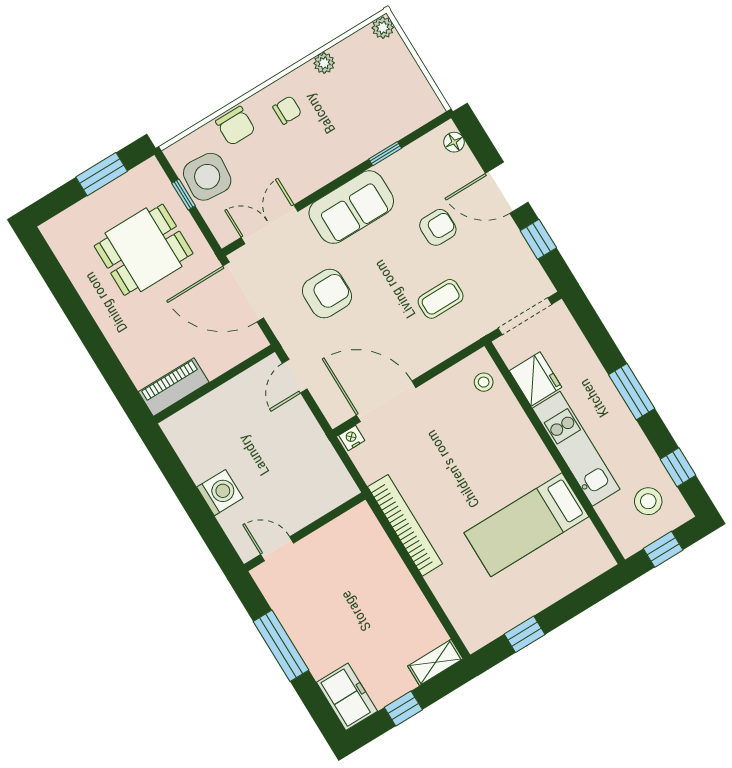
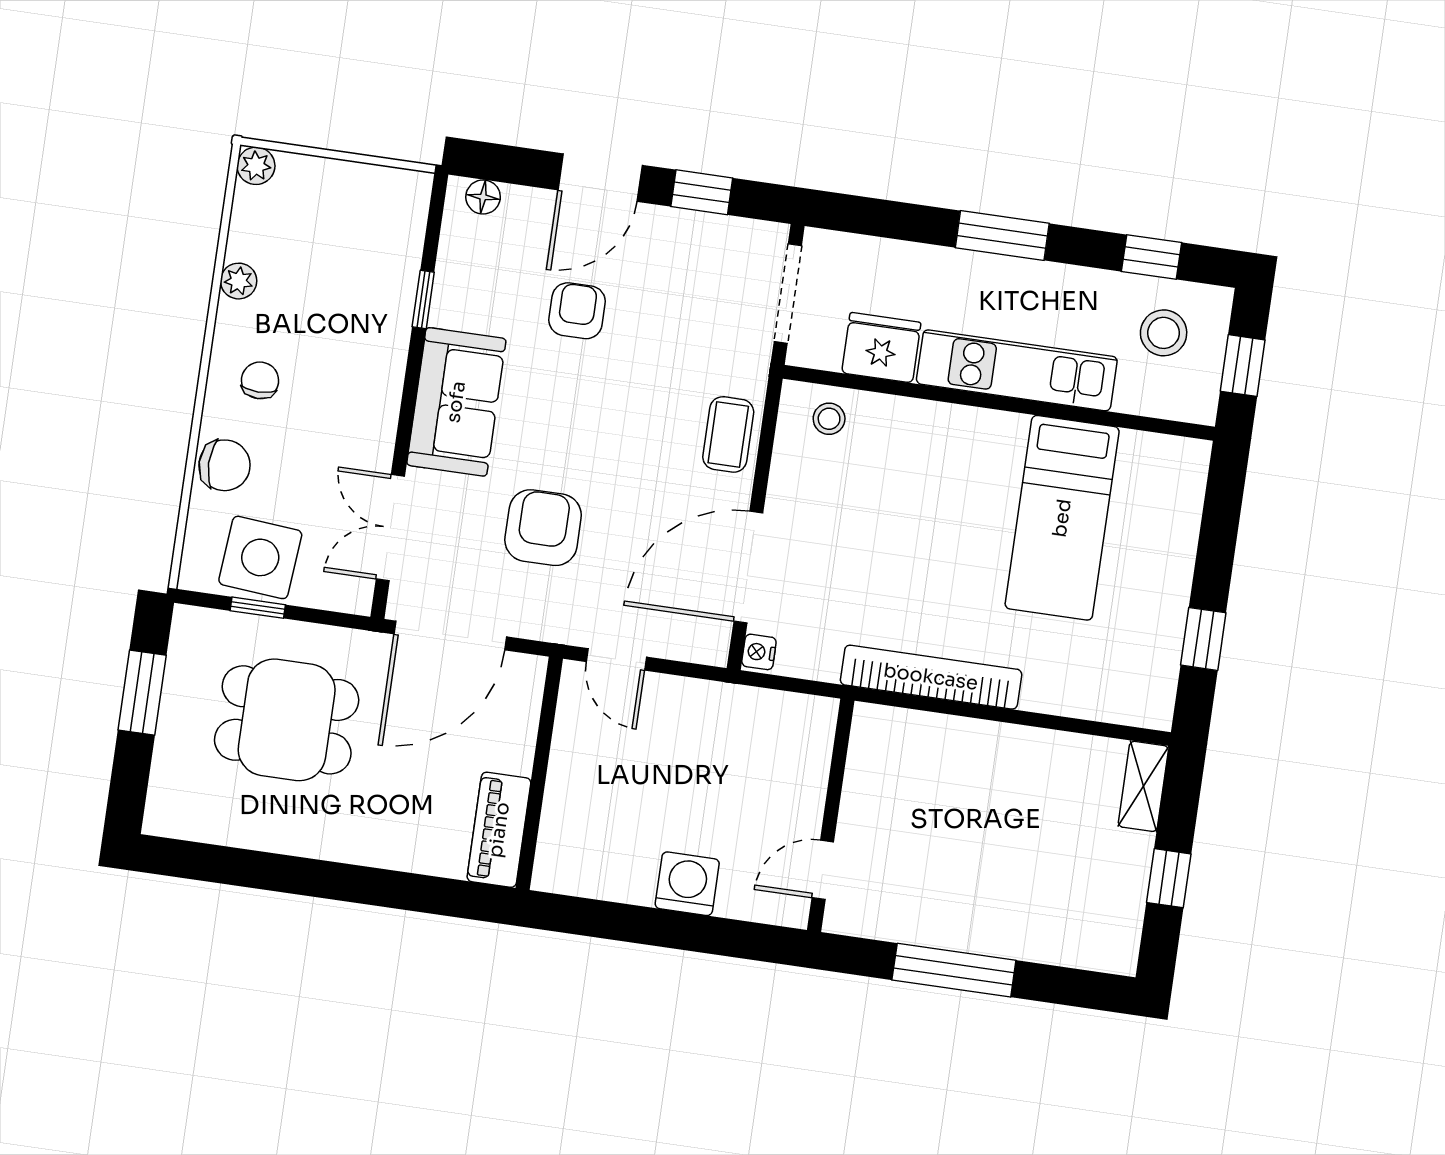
dining table: (144, 250) -> (287, 720), turned 90
coffee table: (441, 299) -> (728, 434), moved
freezer: (347, 697) -> (1092, 939), removed

